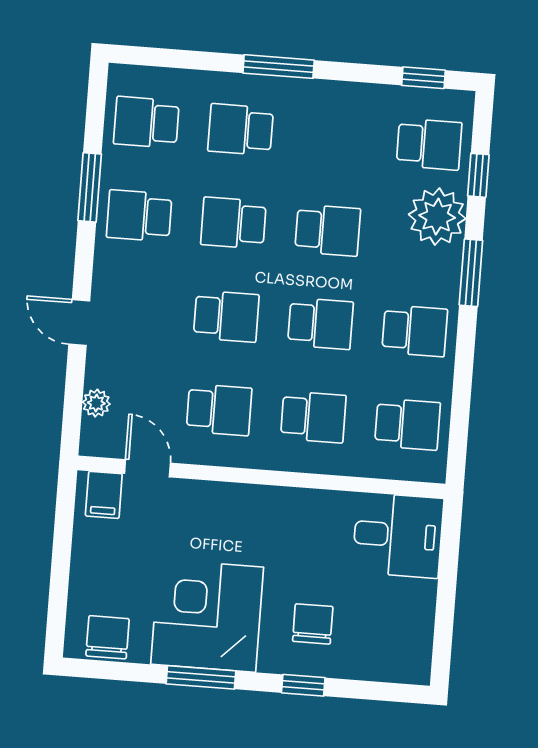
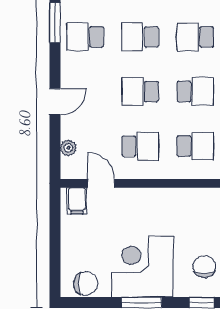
school desk: (328, 230) -> (195, 37), turned 180
school desk: (226, 316) -> (140, 92), turned 180
door: (79, 322) -> (55, 102), swing flipped
chair: (108, 637) -> (85, 283), turned 90

